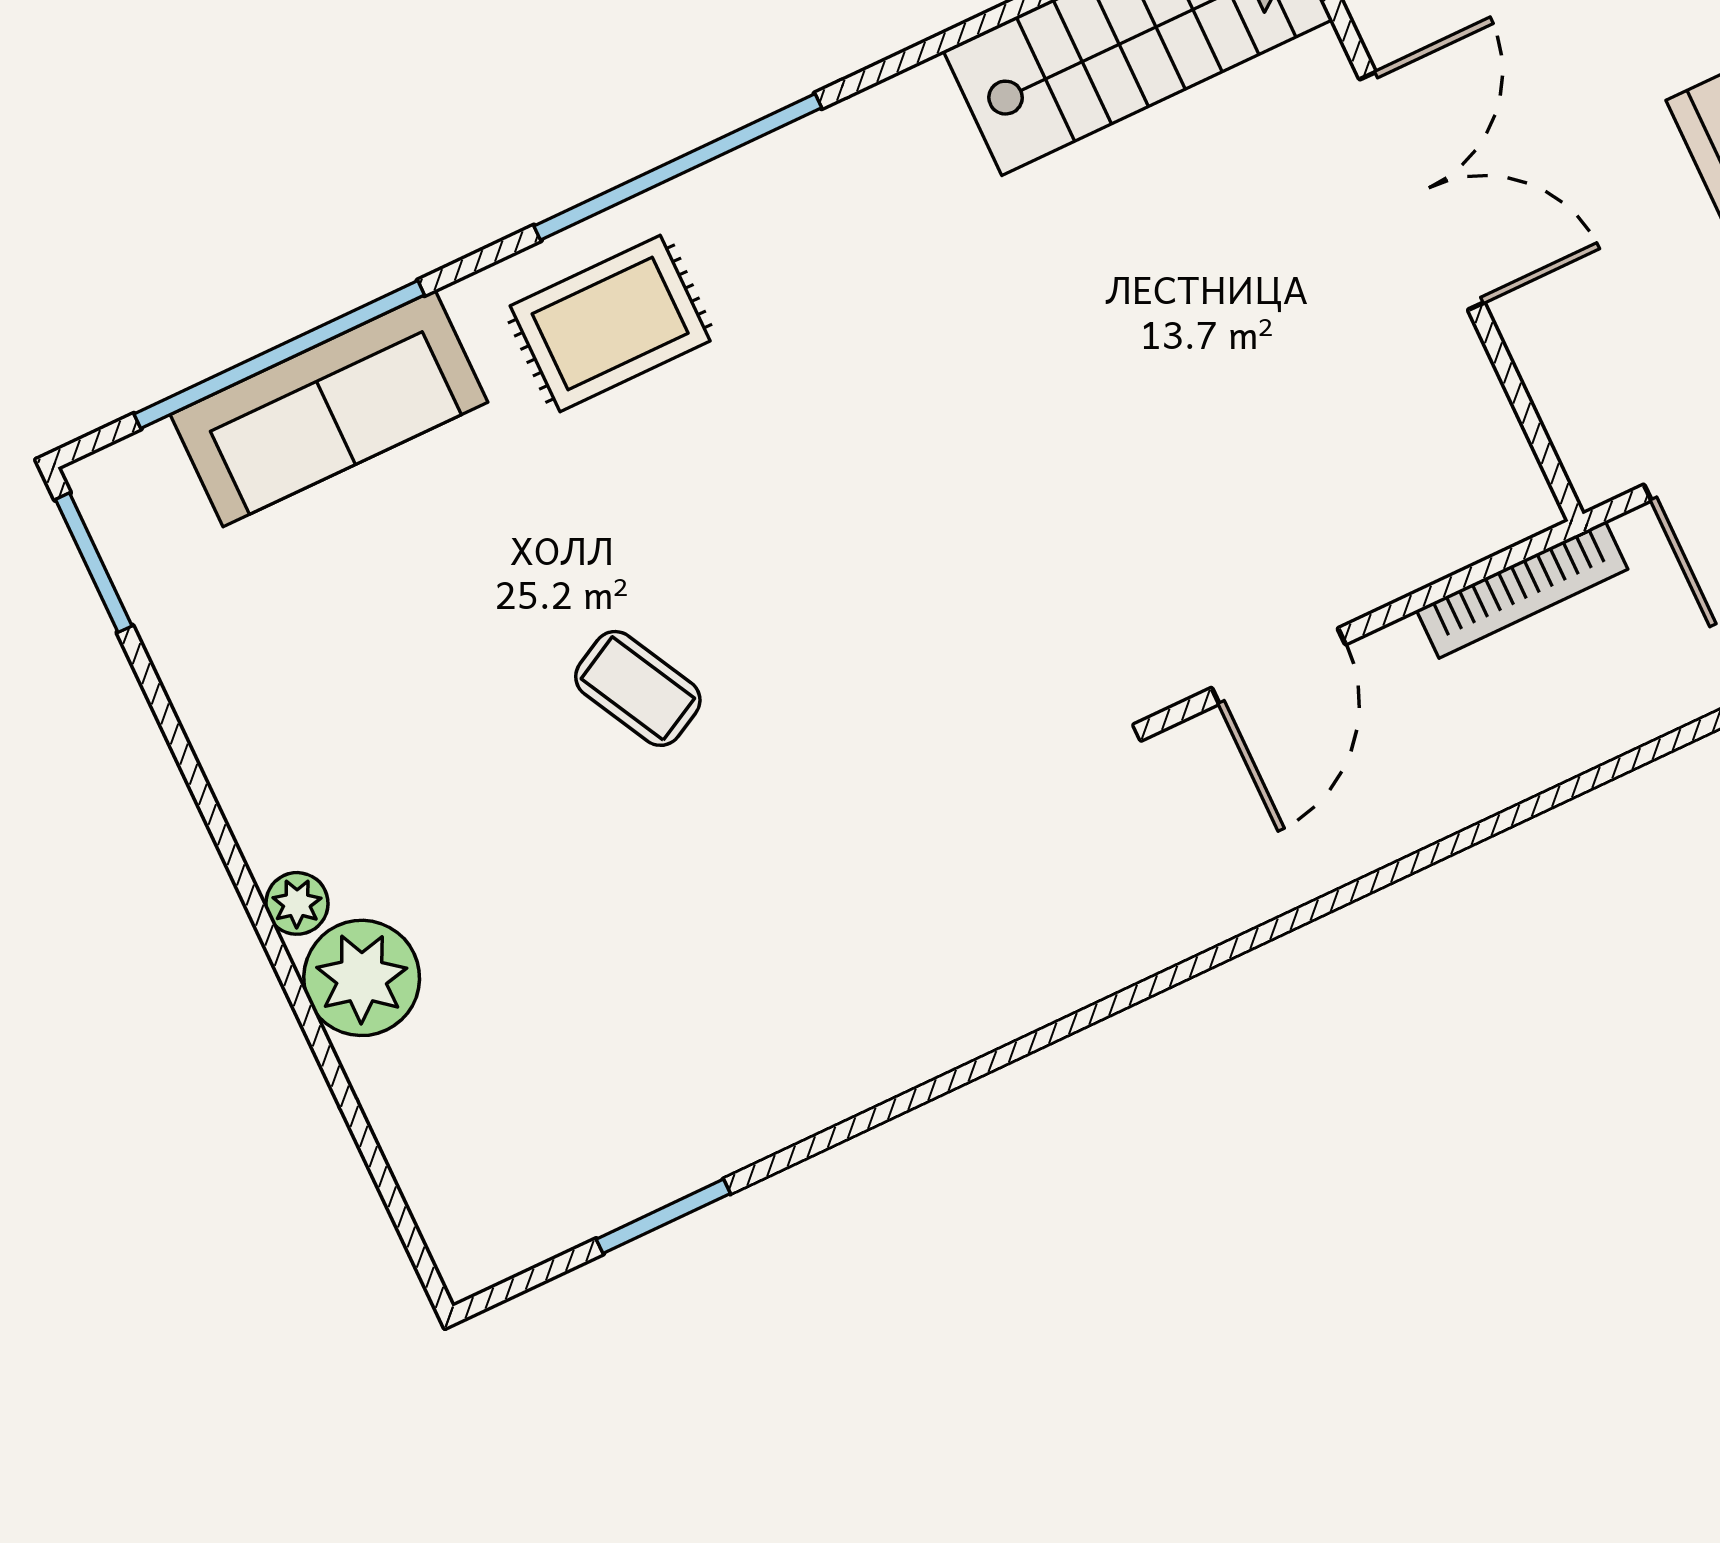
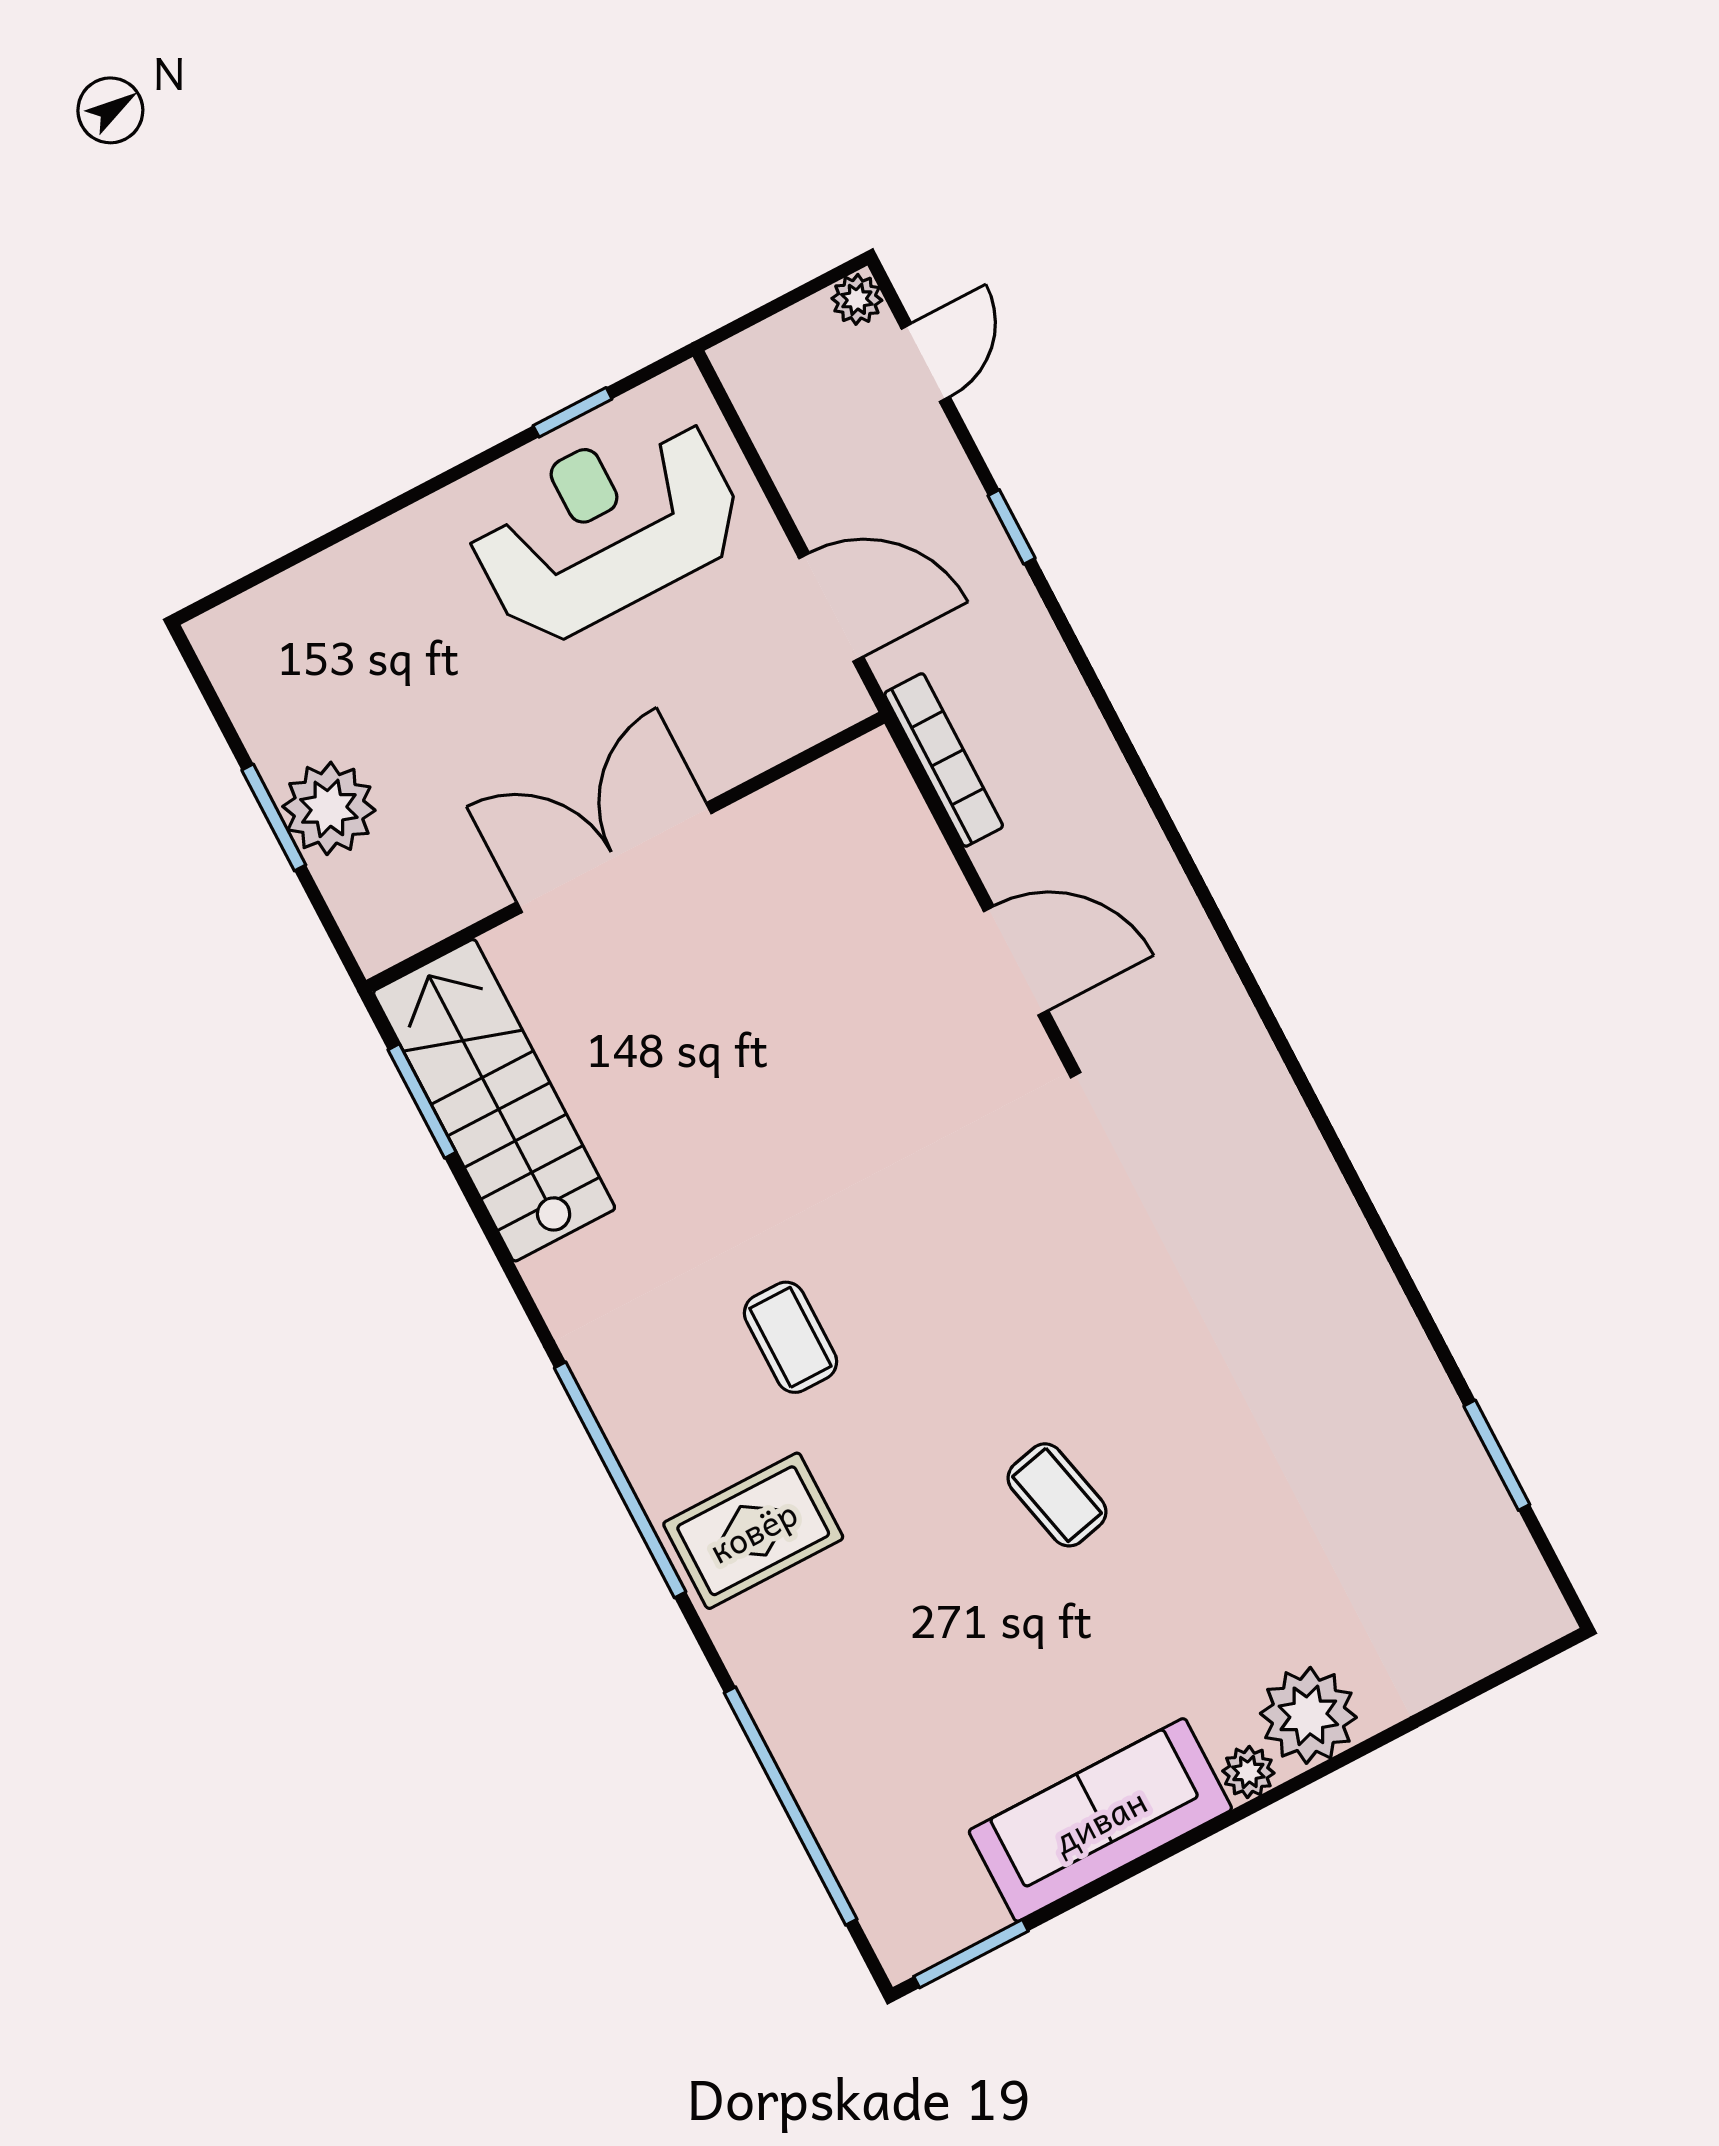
rug: (610, 323) -> (753, 1531), turned 90
coffee table: (840, 378) -> (790, 1337), added
sofa: (329, 408) -> (1100, 1820), moved, turned -90
coffee table: (638, 688) -> (1057, 1495), turned -75

